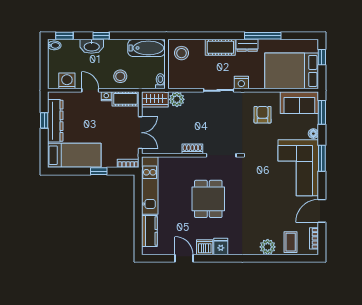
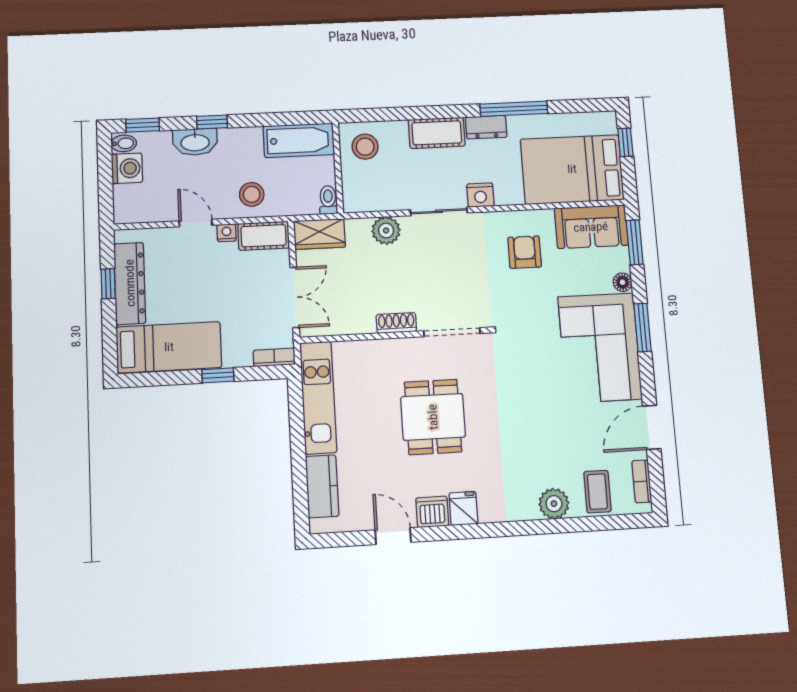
washing machine: (67, 81) -> (127, 168), moved, turned 90
plant: (177, 99) -> (386, 230), moved

